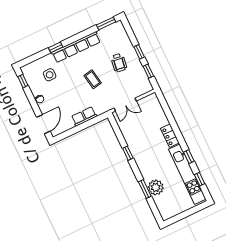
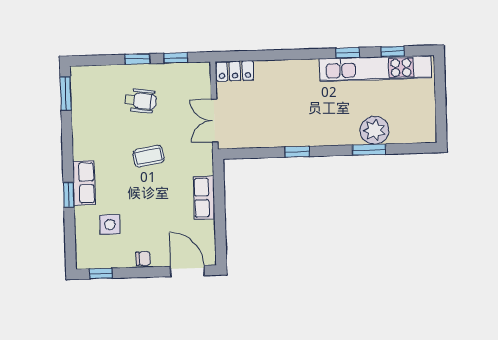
row of seats: (76, 47) -> (84, 183), width x0.50
double door: (125, 105) -> (214, 121), swing flipped
locker: (170, 136) -> (235, 71), moved

